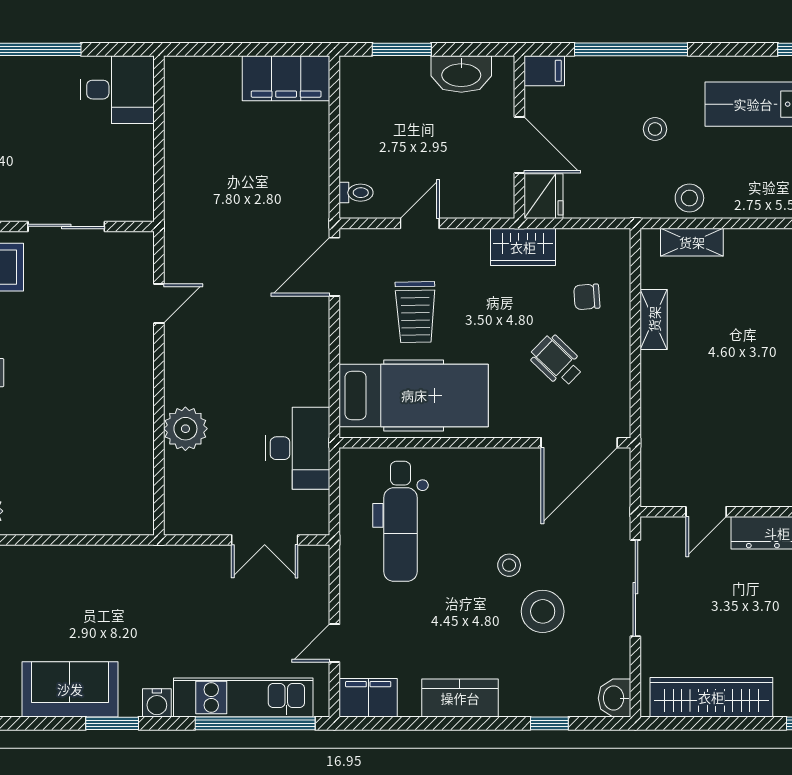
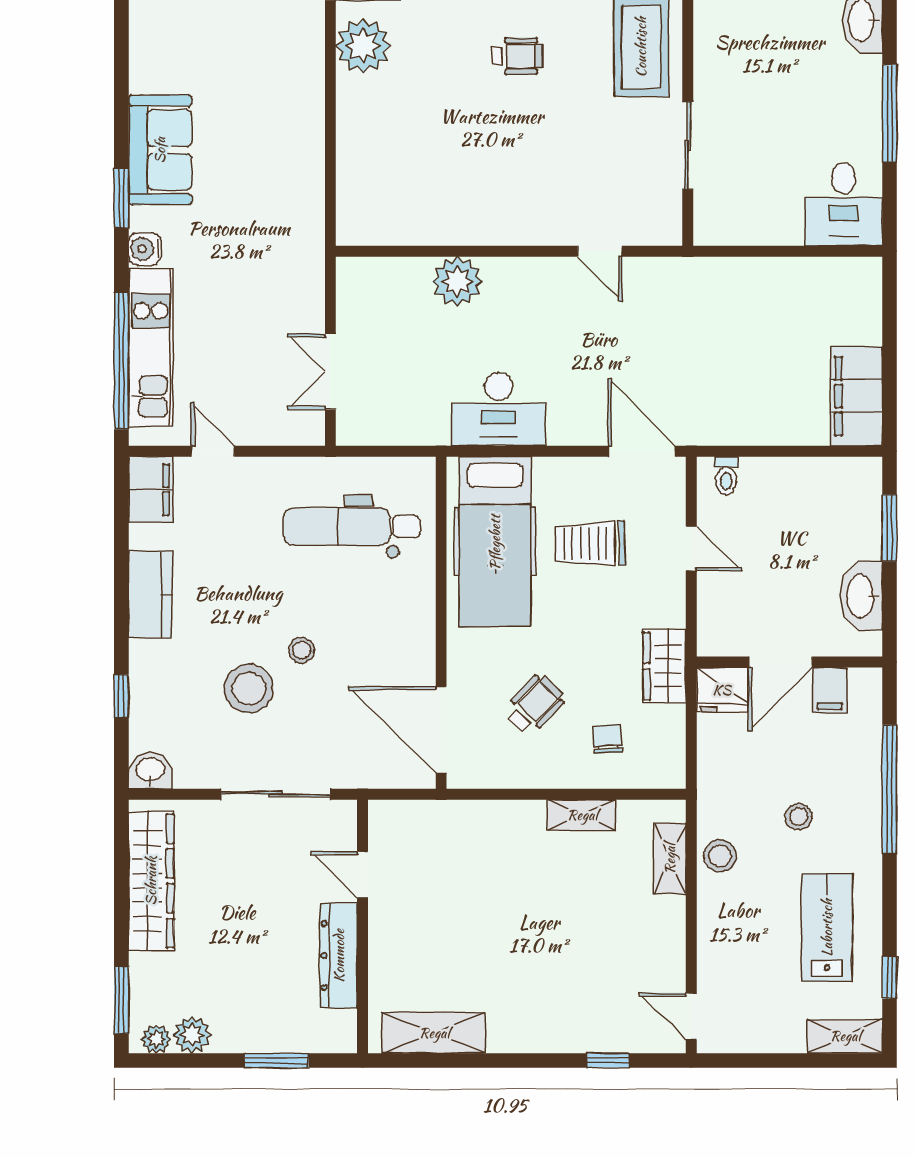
filing cabinet: (544, 71) -> (830, 690), moved
desk: (297, 448) -> (499, 409), moved

